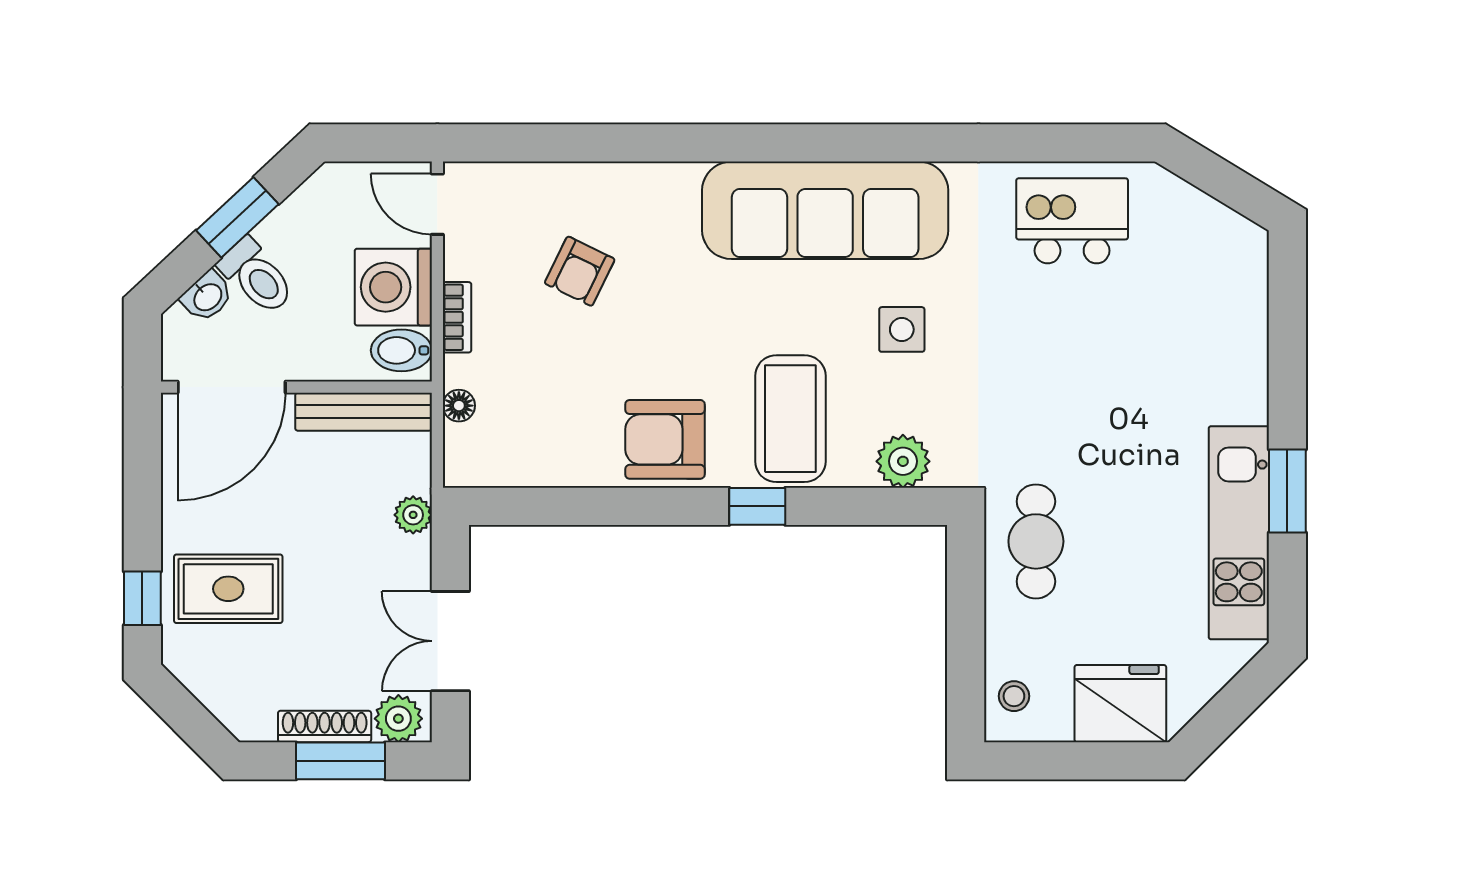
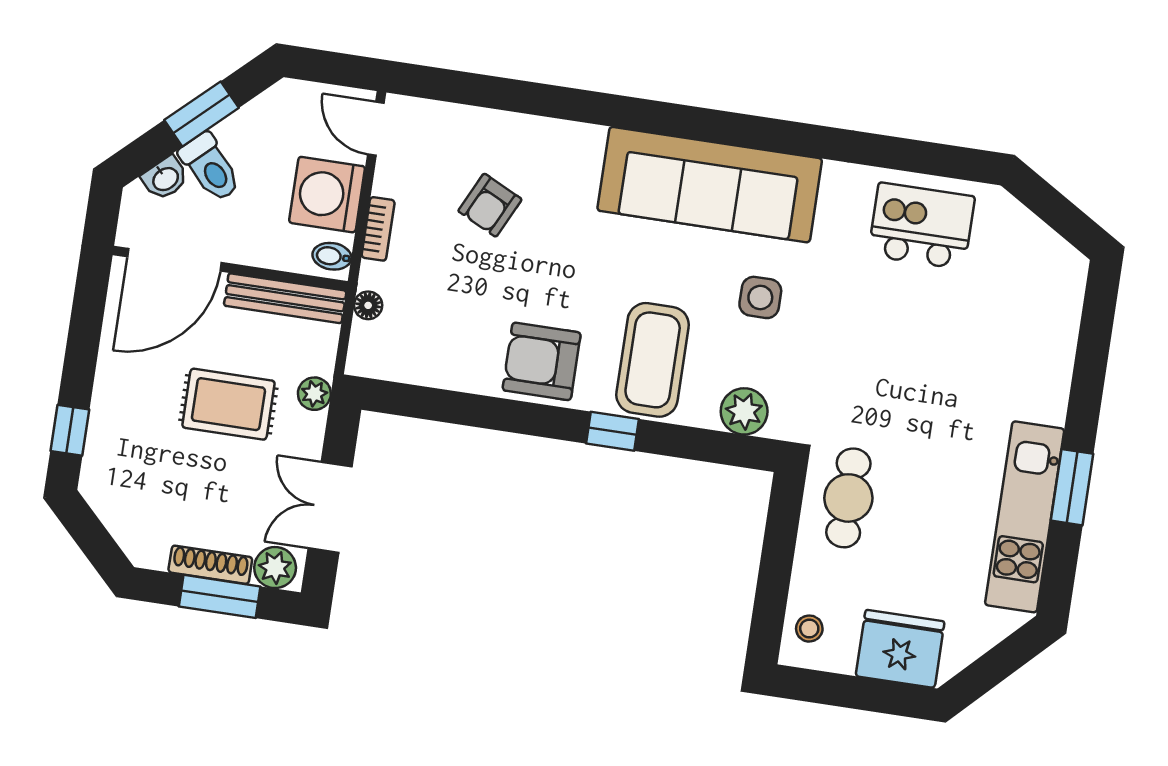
bidet: (401, 350) -> (332, 256), width x0.72, depth x0.74
rug: (228, 589) -> (228, 404), moved

